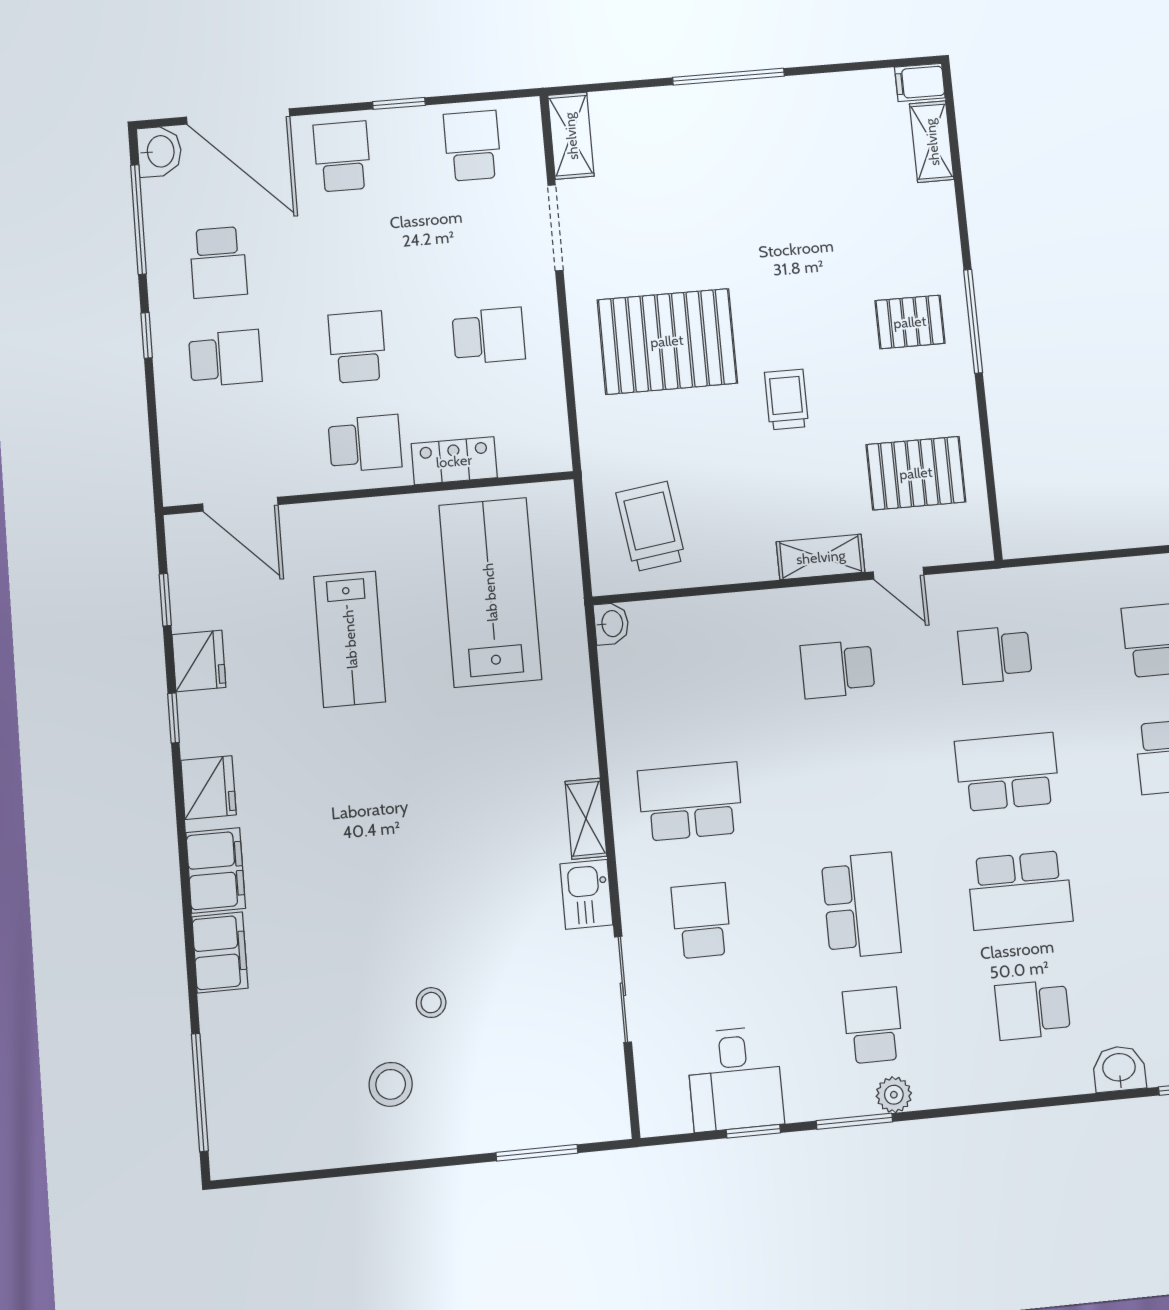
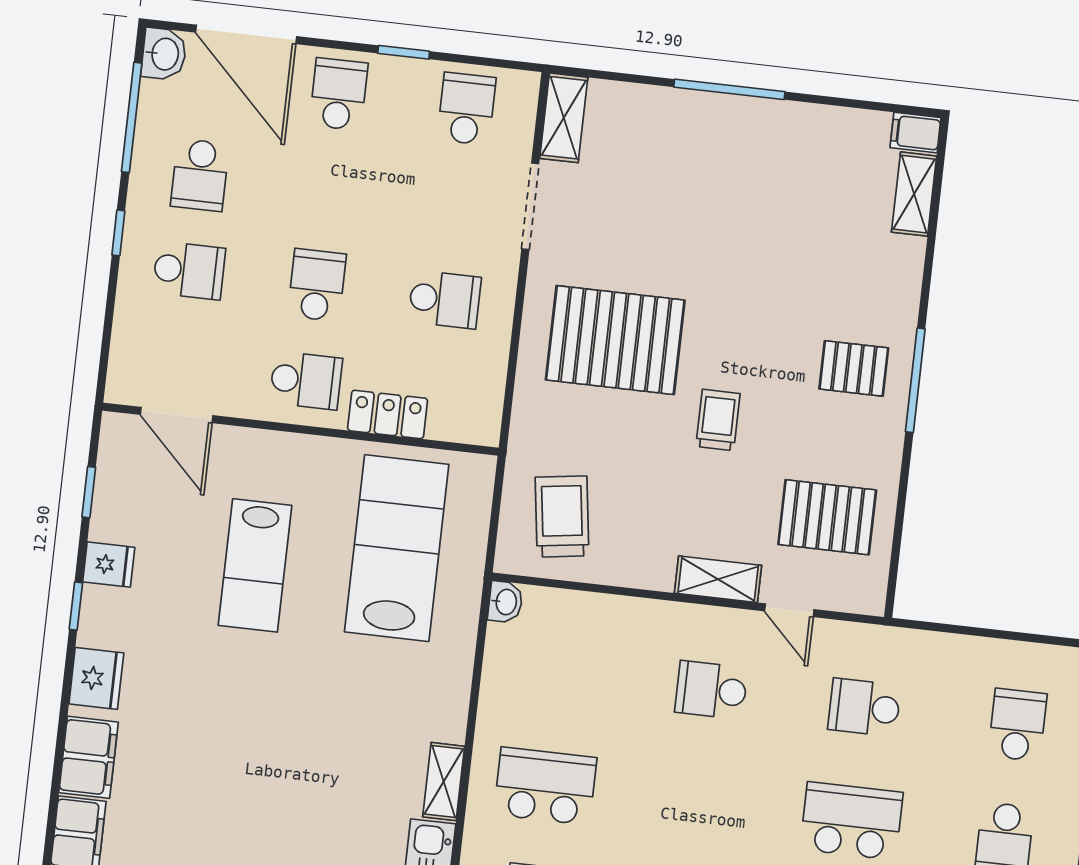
fridge: (199, 661) -> (109, 565), width x0.72

